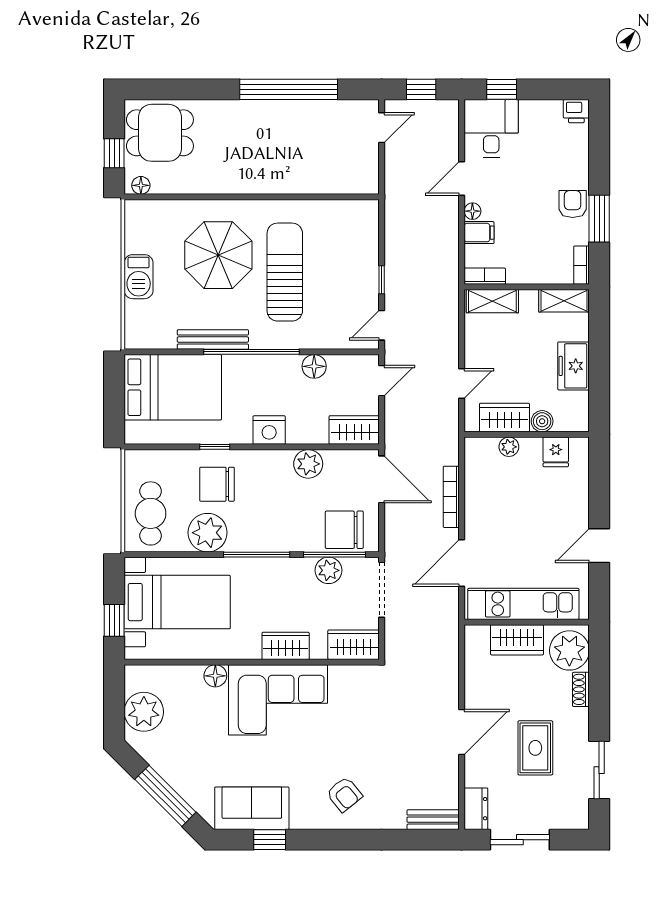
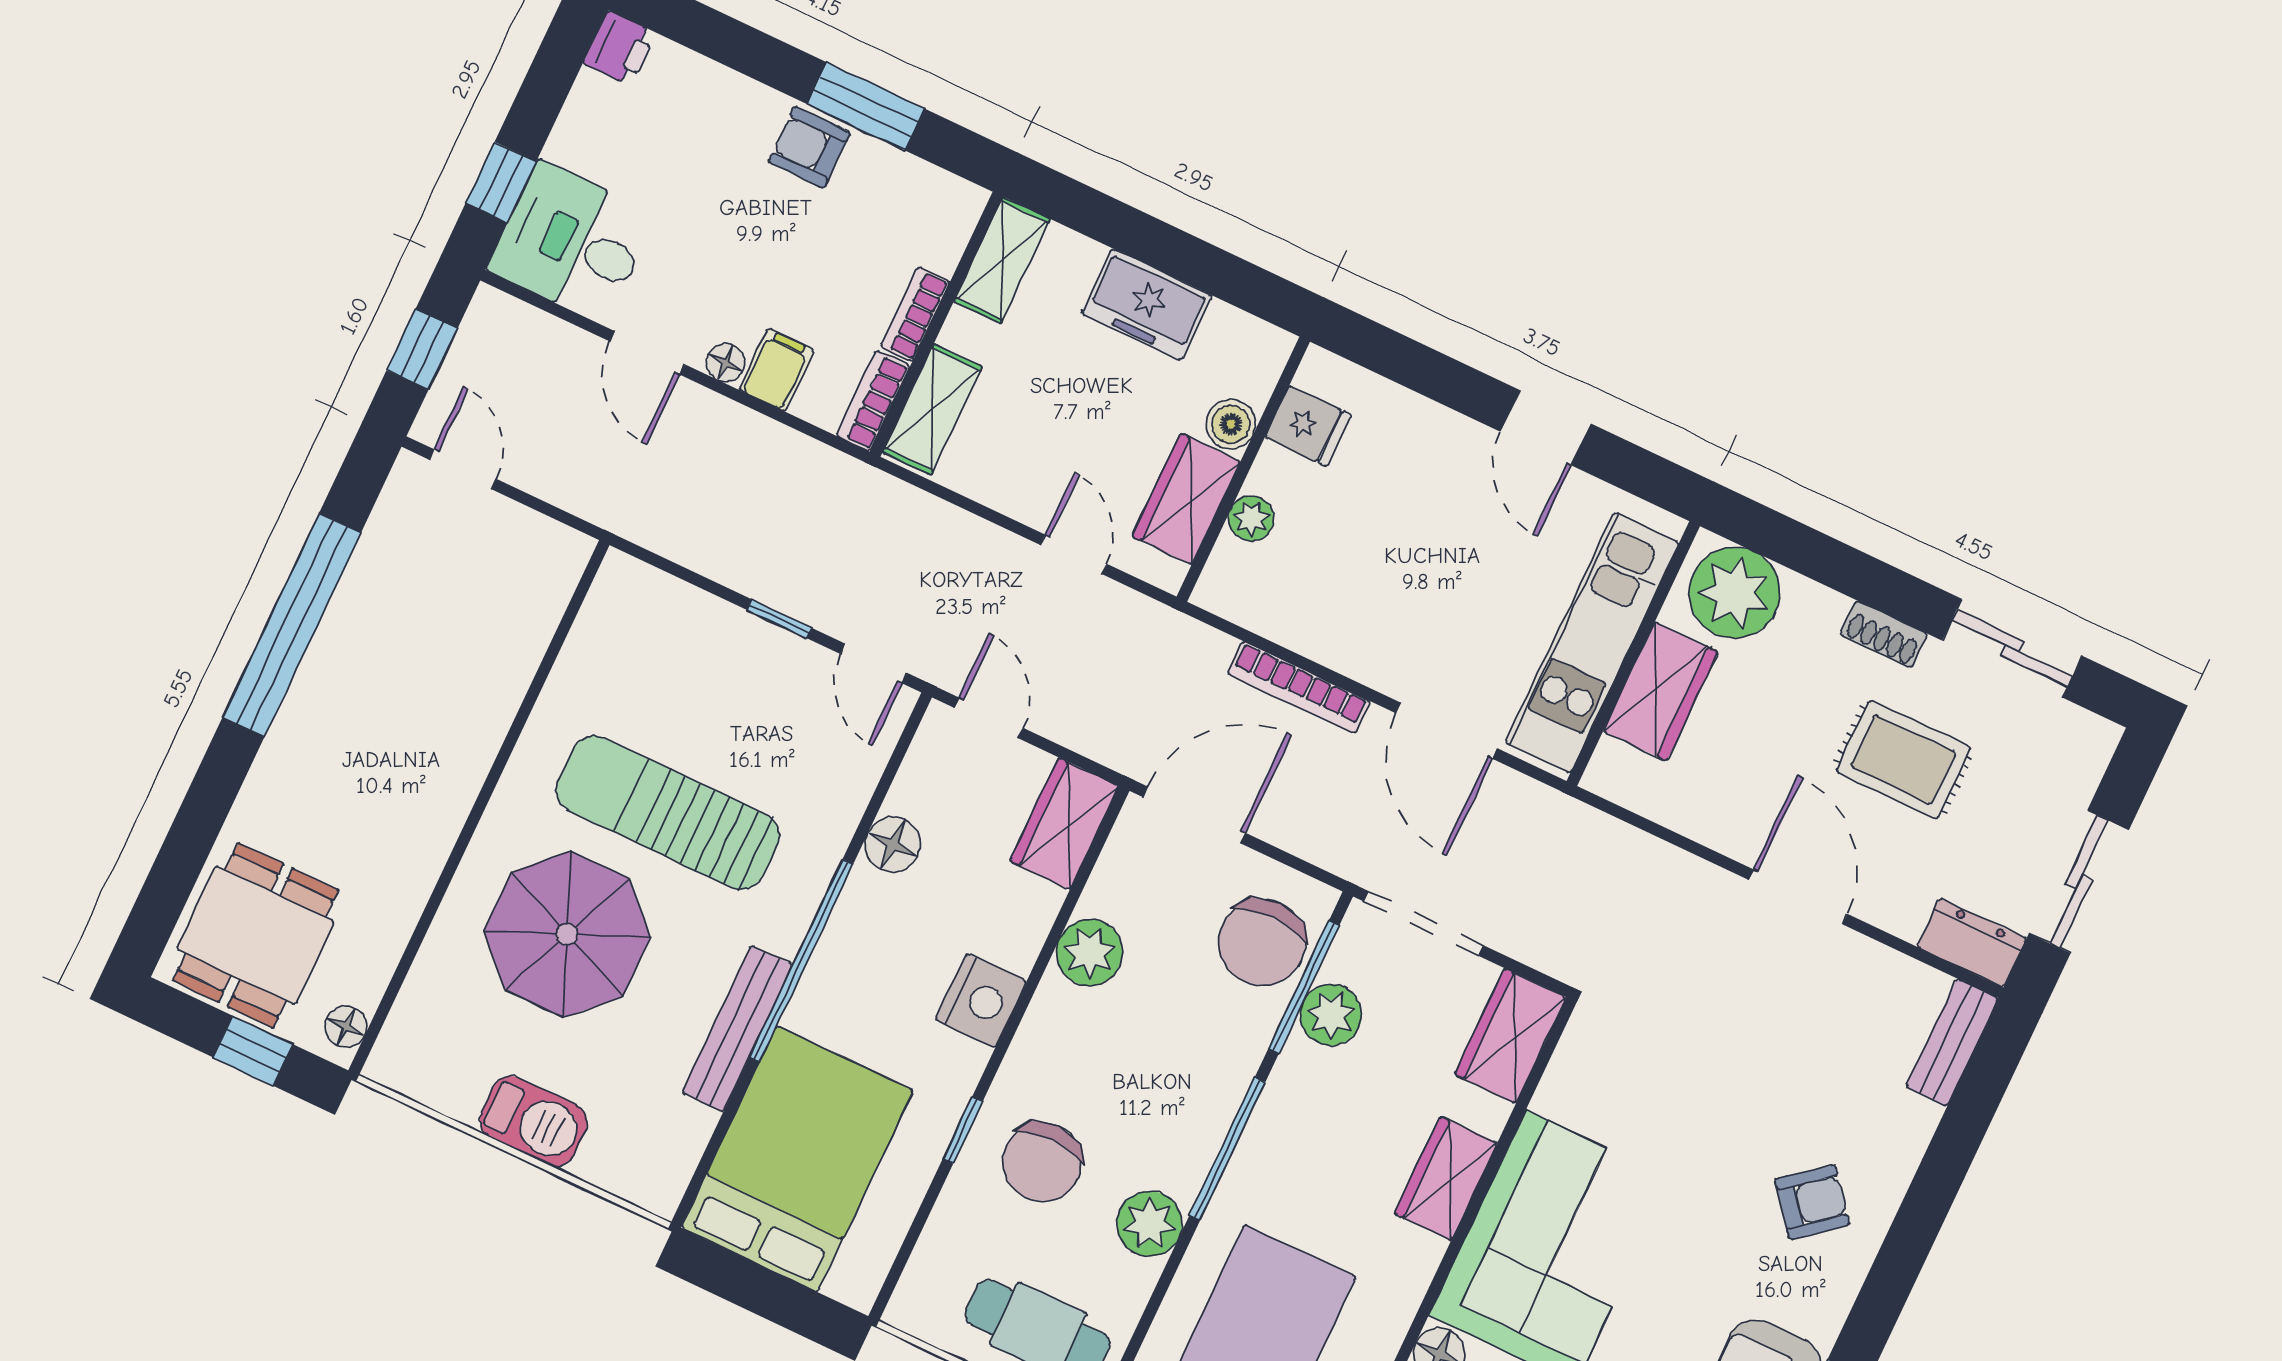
bookcase: (581, 265) -> (915, 314), moved, turned 90
plant: (208, 533) -> (1149, 1224), width x0.73, depth x0.73
shoe rack: (581, 689) -> (1884, 634), moved

